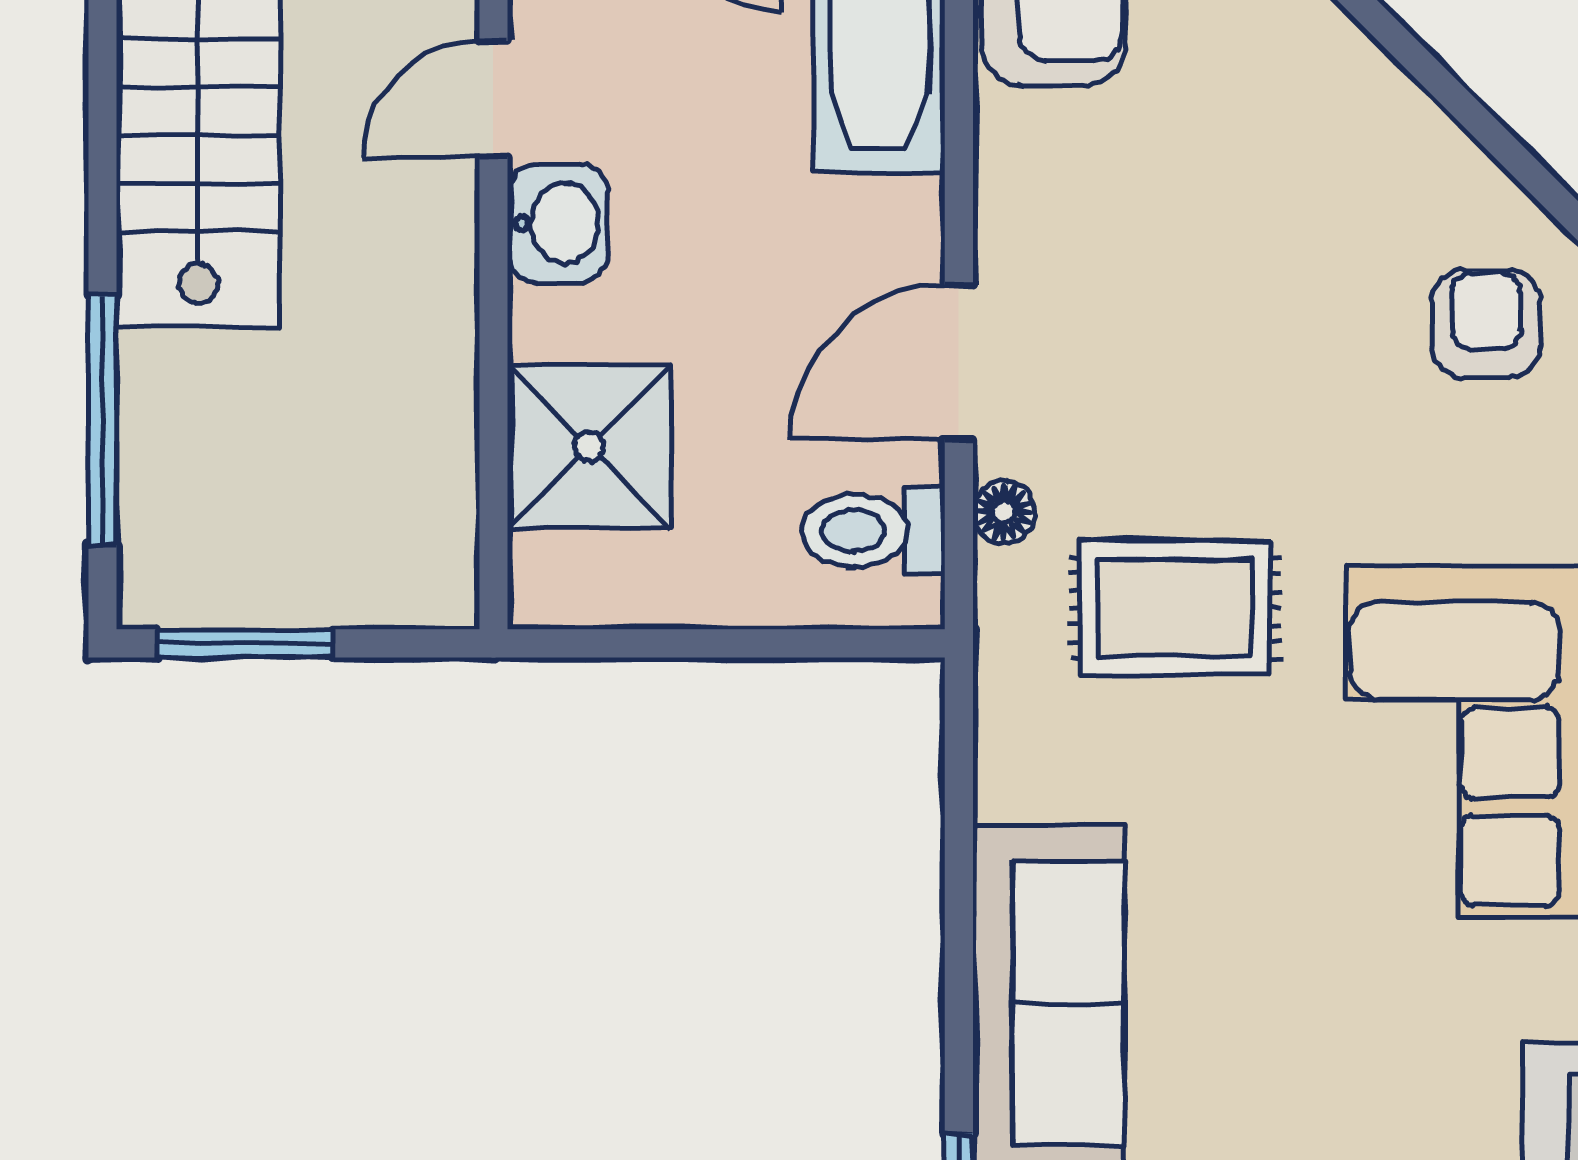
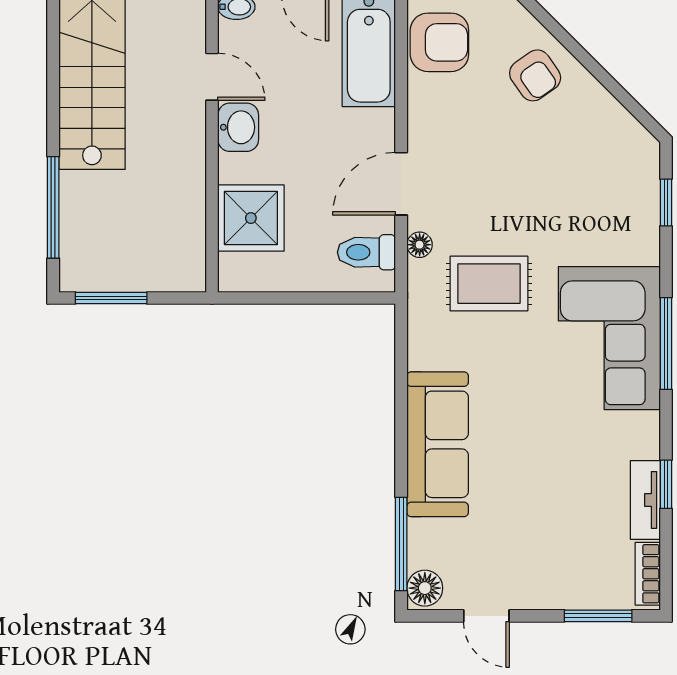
door: (493, 99) -> (212, 77), swing flipped
armchair: (1486, 324) -> (535, 75), moved, turned 145

